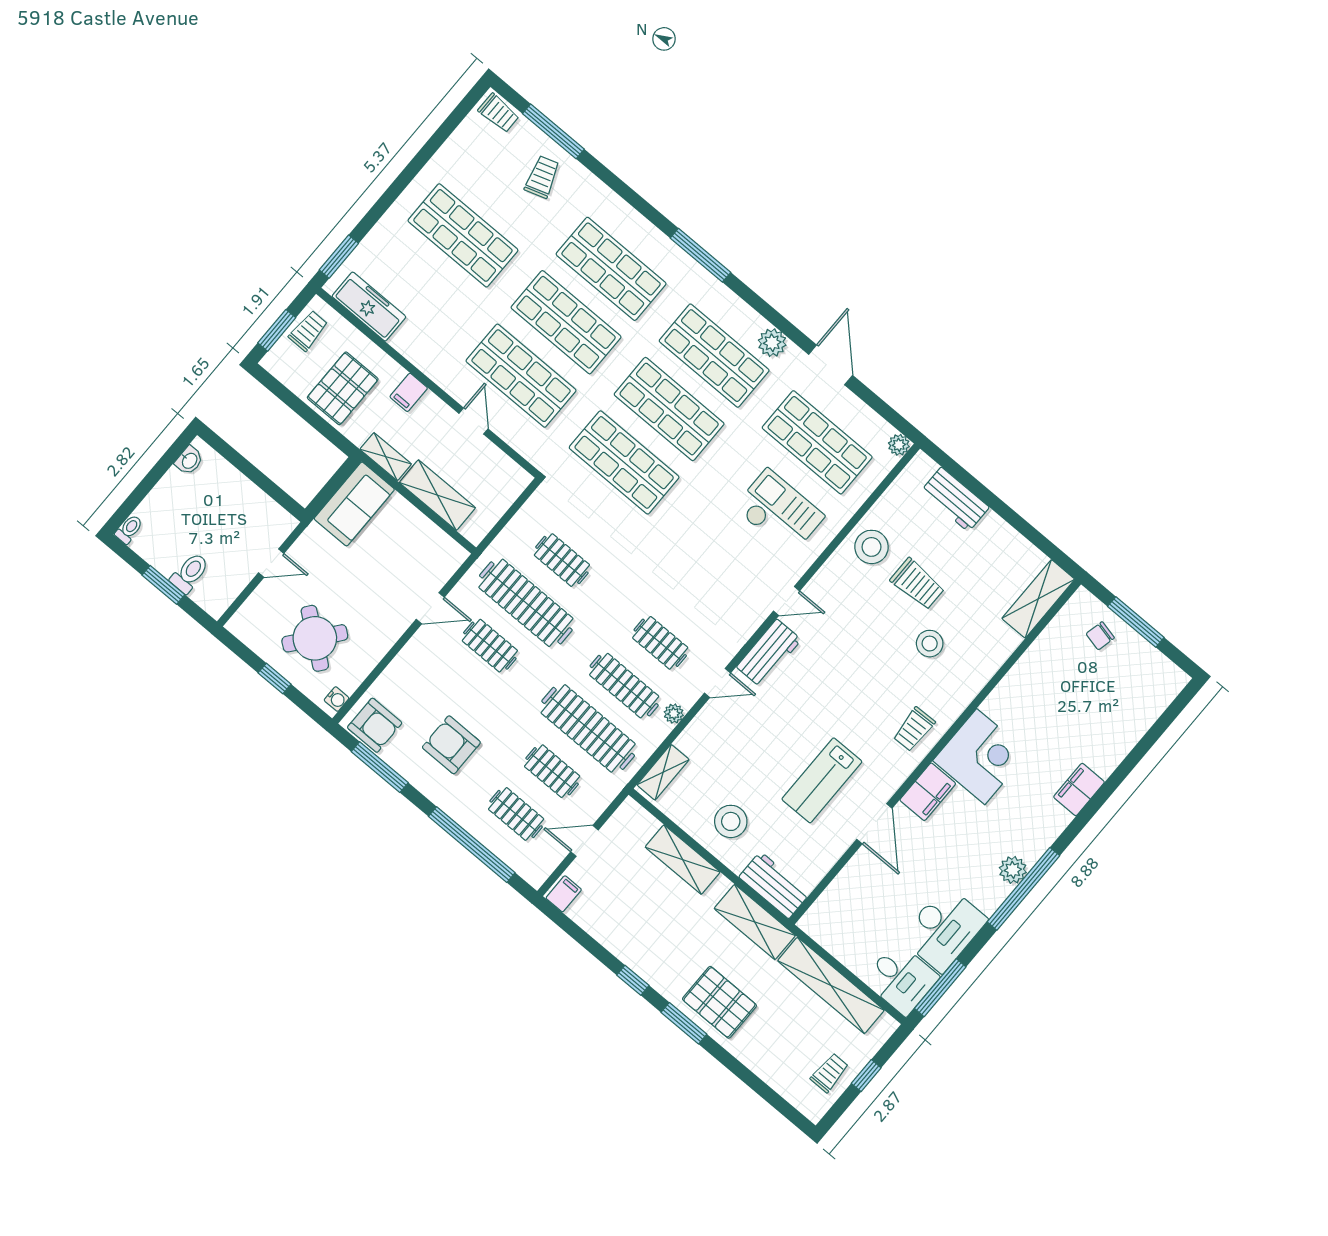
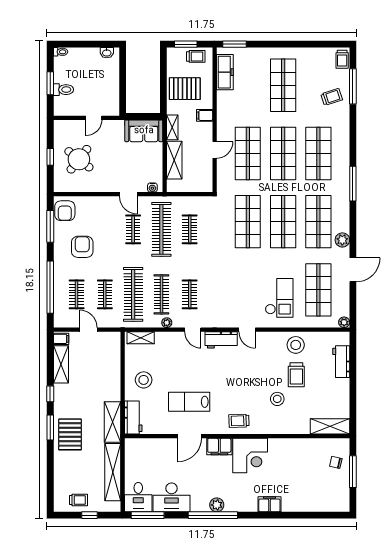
door: (271, 563) -> (94, 118), hinge flipped
water cooler: (337, 699) -> (152, 187), moved
shelving: (683, 860) -> (61, 364), moved

